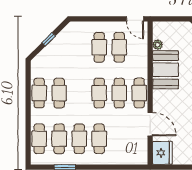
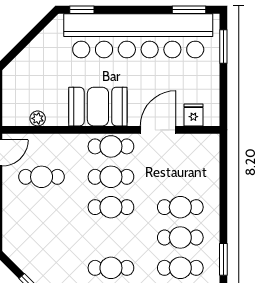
cafe table: (99, 47) -> (42, 207), removed
booth: (165, 70) -> (98, 107), moved
fridge: (162, 153) -> (193, 115), width x0.53, depth x0.75

